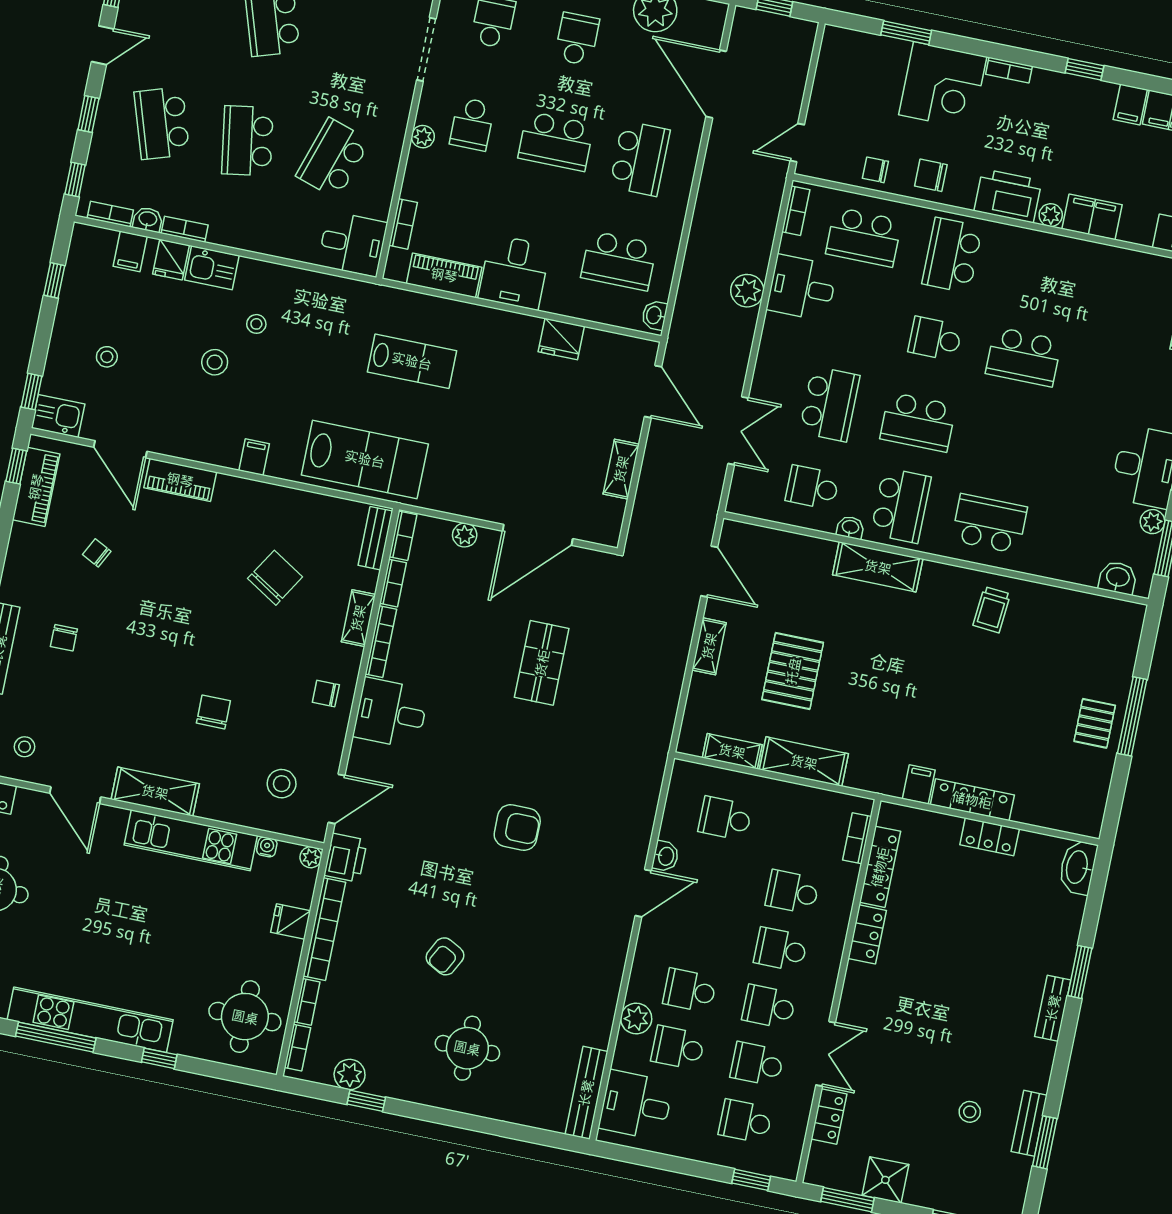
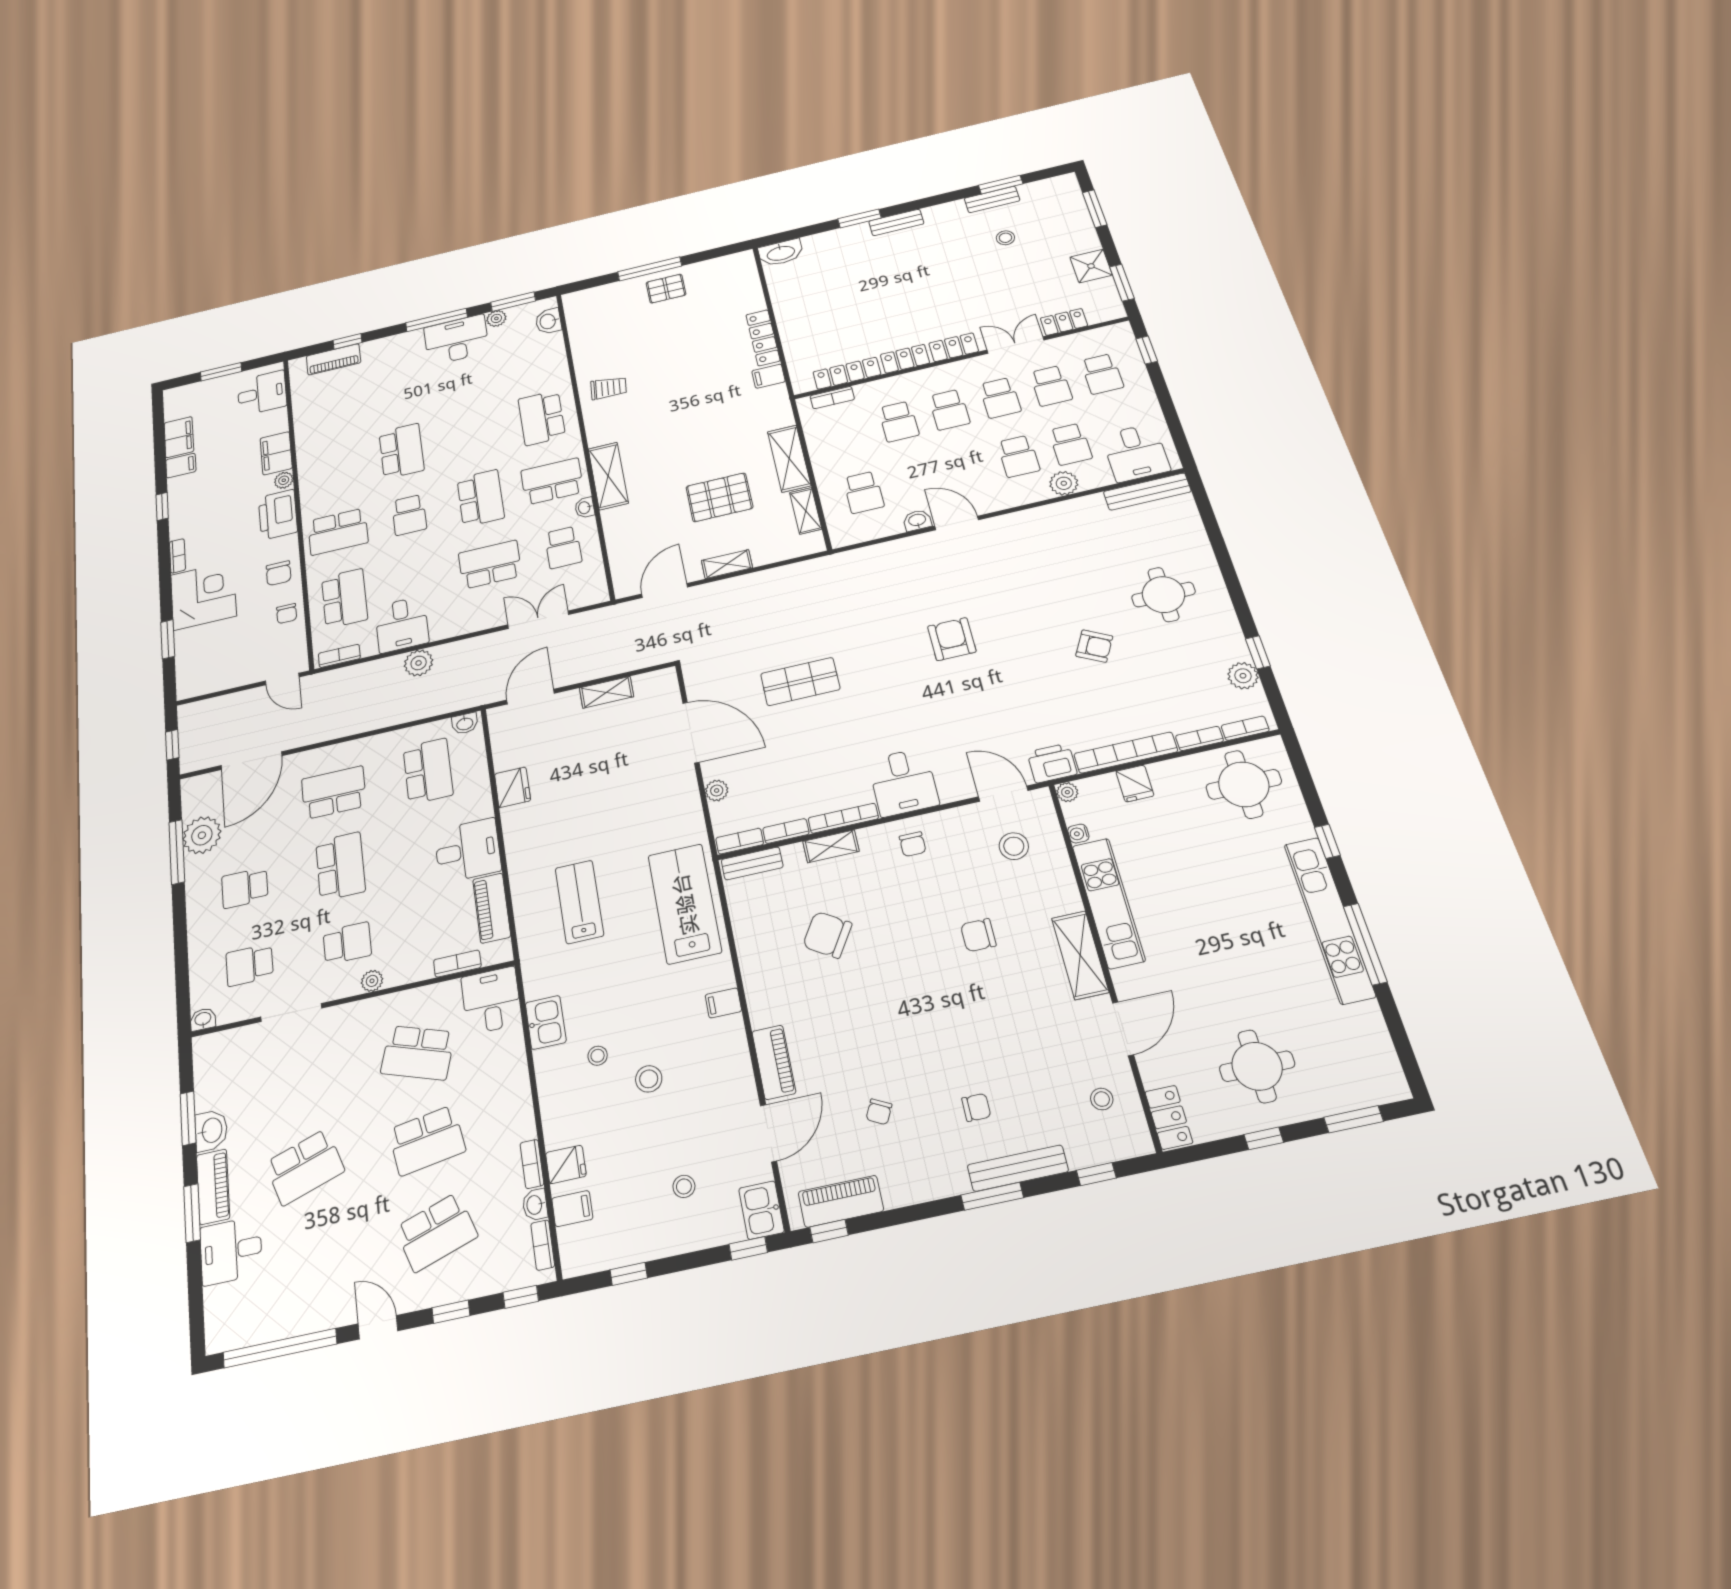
kitchen sink: (212, 268) -> (546, 1022), moved
locker: (990, 837) -> (954, 347), moved, turned -90

